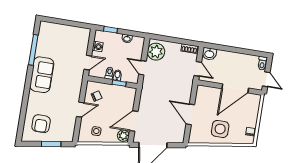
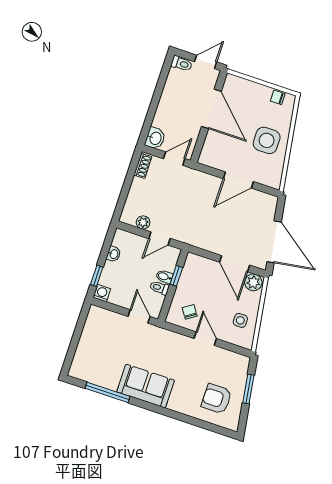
washing machine: (98, 46) -> (102, 293), moved
plant: (156, 52) -> (143, 222), width x0.53, depth x0.53
armchair: (41, 124) -> (217, 399), turned 180

